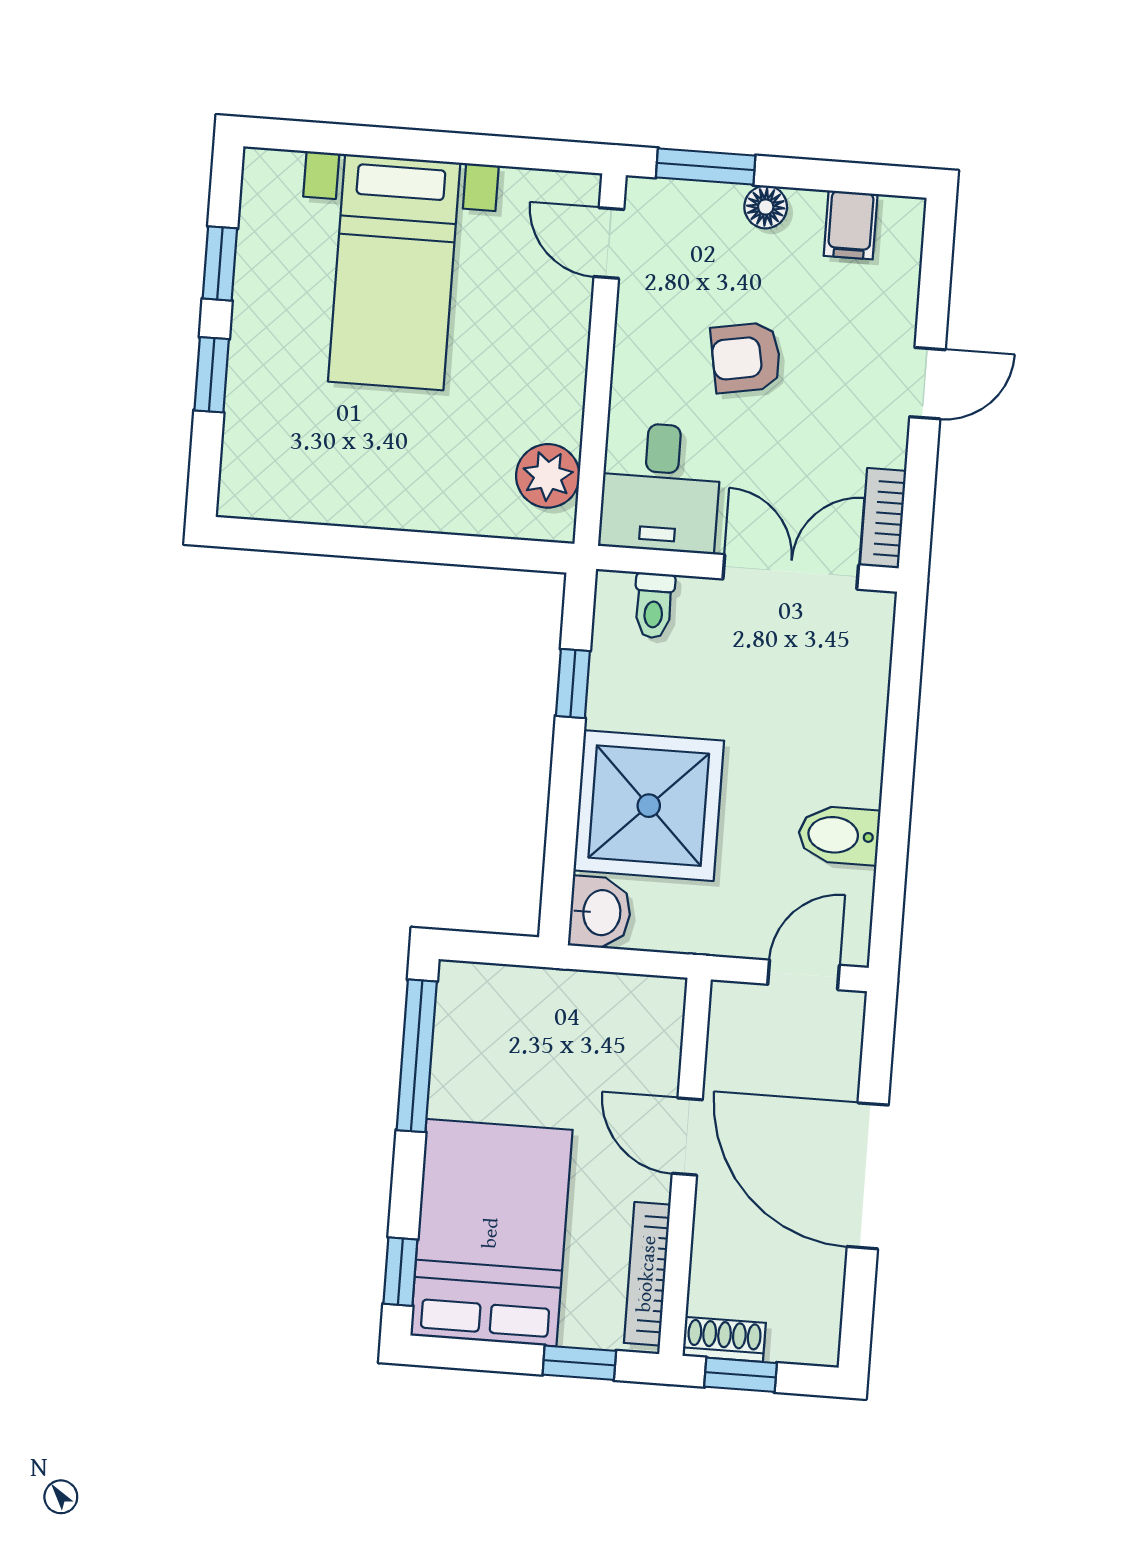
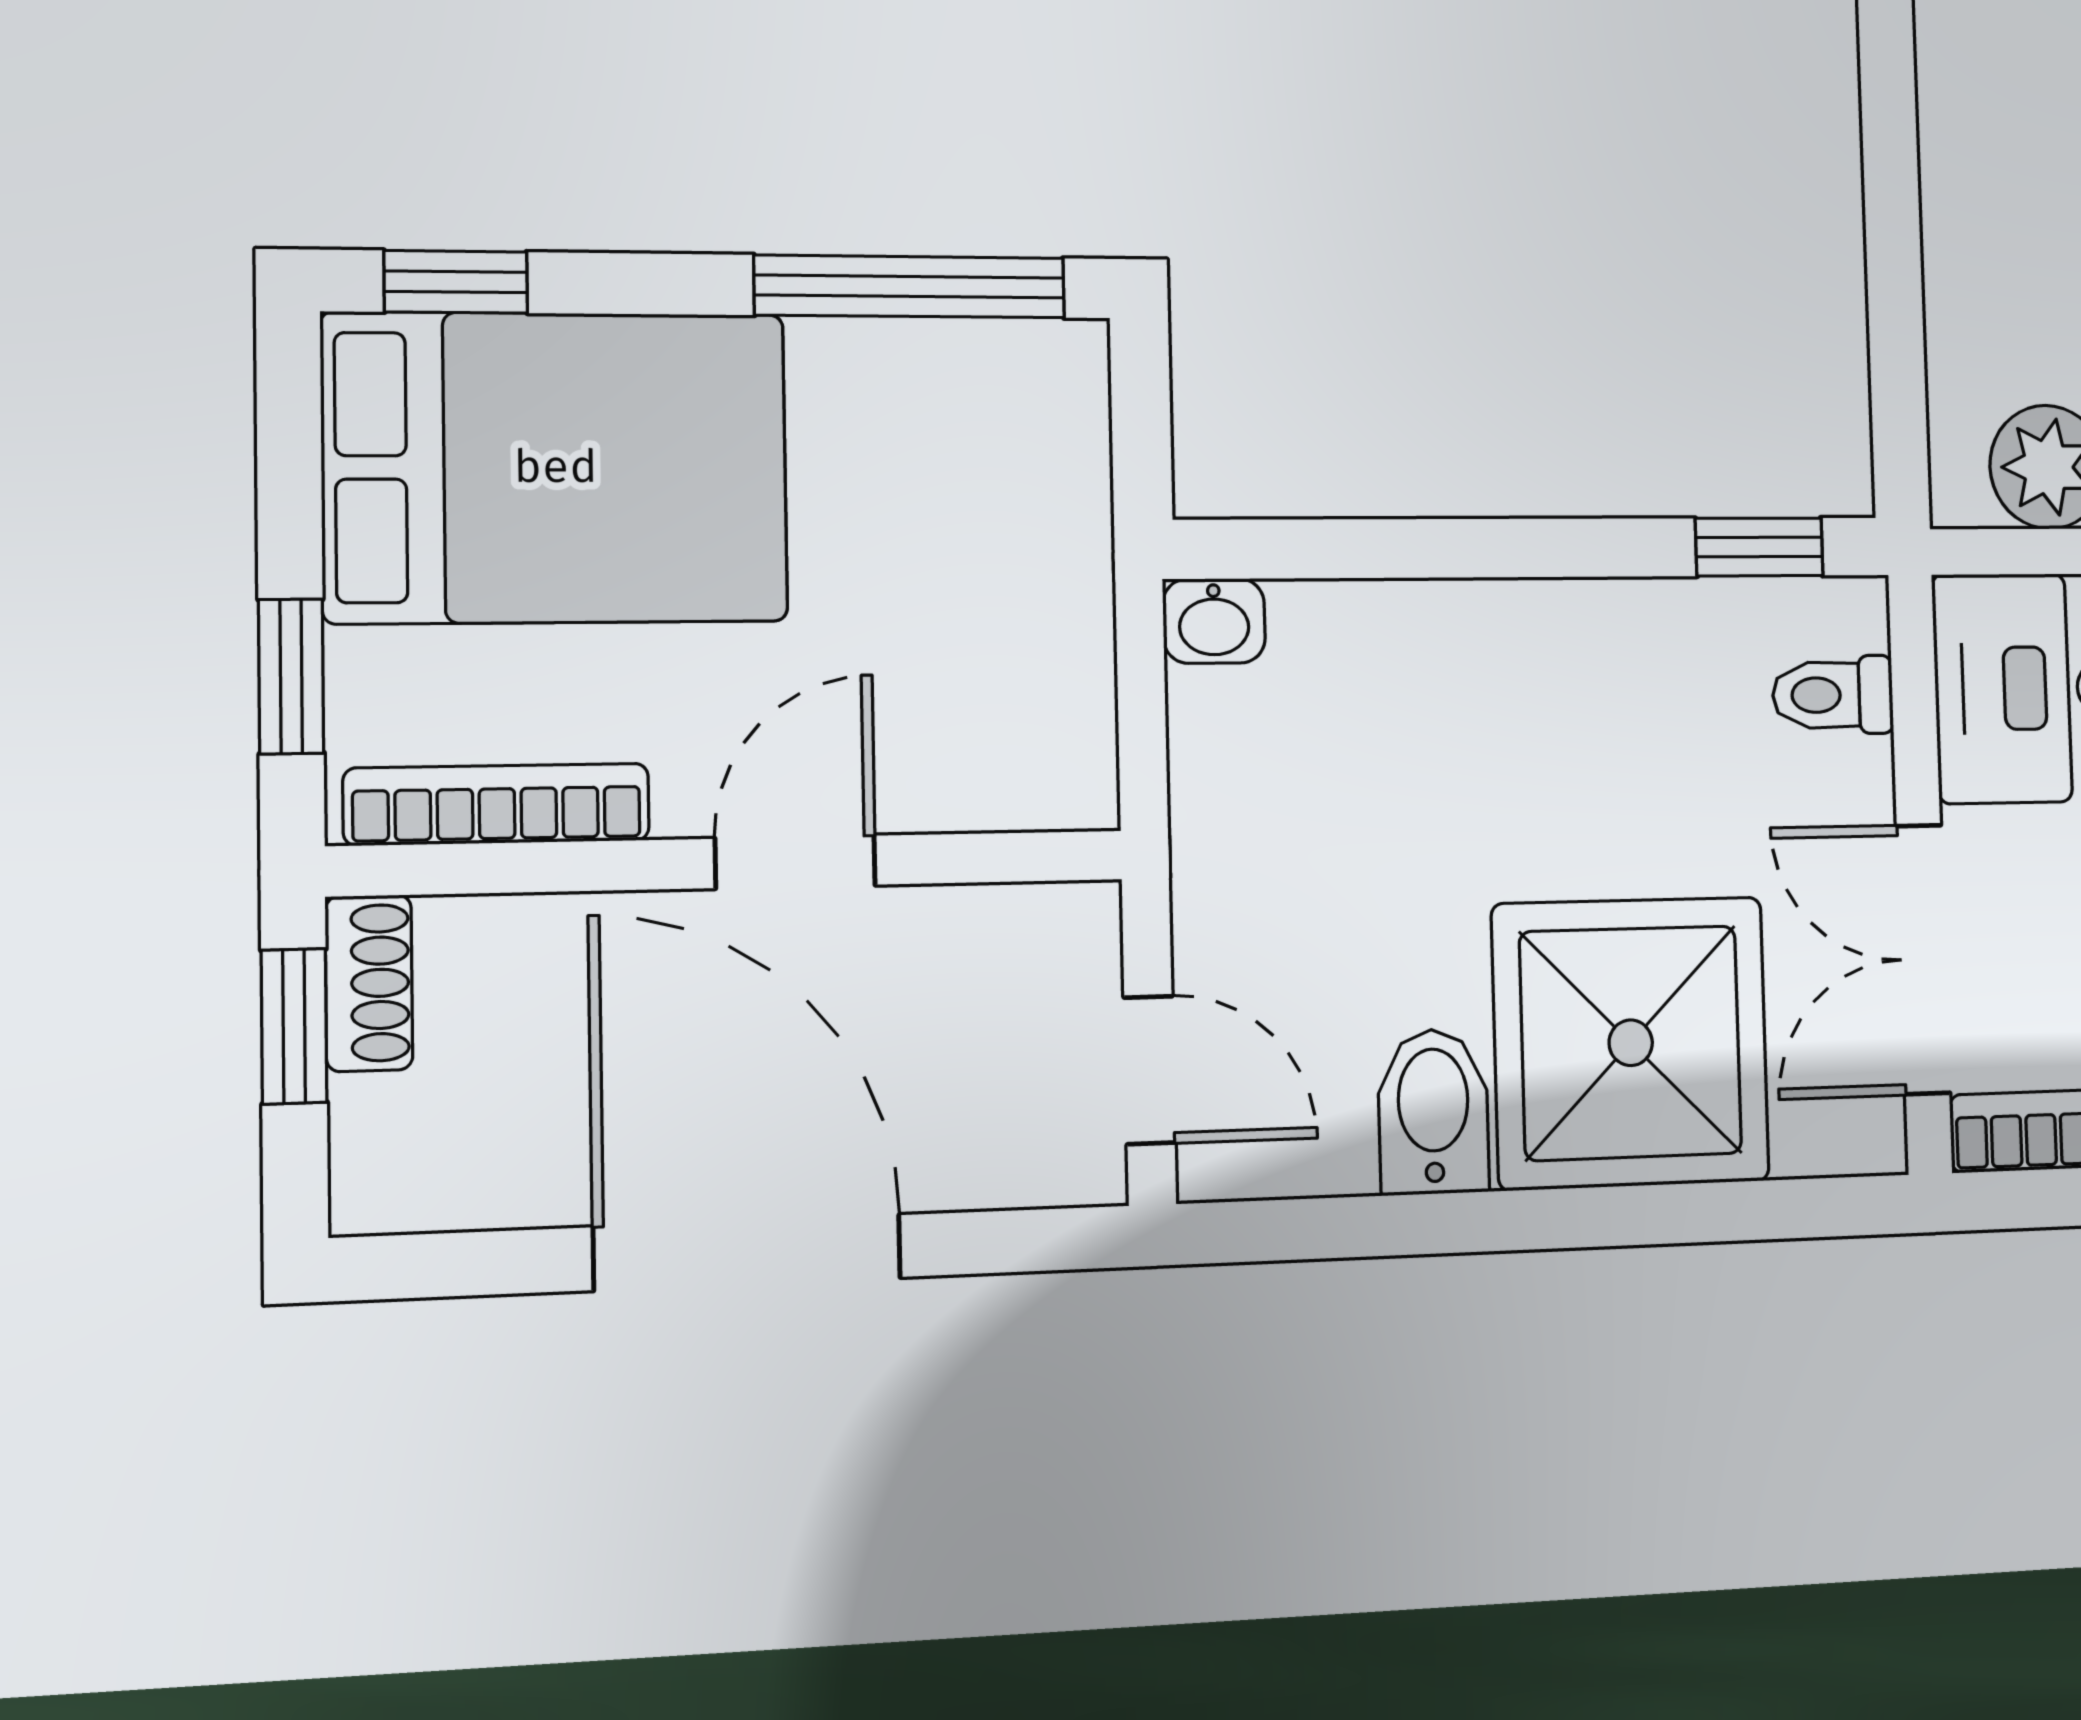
double door: (791, 572) -> (1923, 959), swing flipped
window: (573, 683) -> (1759, 547), moved
shower: (649, 806) -> (1631, 1043), moved
washbasin: (600, 912) -> (1214, 621), width x0.72, depth x0.69
door: (868, 1176) -> (748, 1252), hinge flipped

